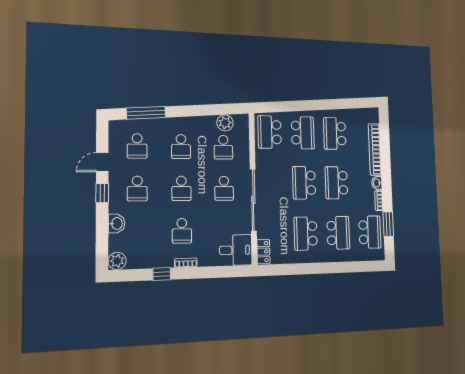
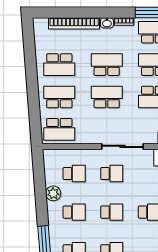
plant: (225, 123) -> (53, 193), moved
school desk: (304, 183) -> (107, 97), turned 180
school desk: (336, 183) -> (107, 65), turned 180
sliding door: (253, 200) -> (122, 146), width x0.73

